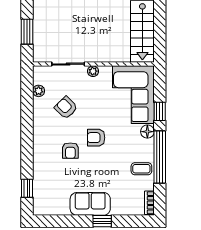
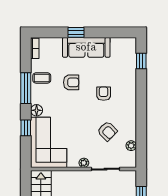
armchair: (96, 138) -> (71, 82), moved
window: (160, 157) -> (26, 88), width x0.68
sofa: (90, 204) -> (86, 47), width x1.36

